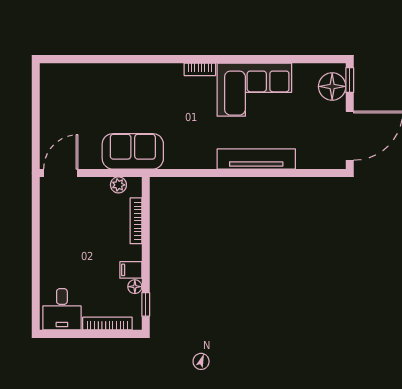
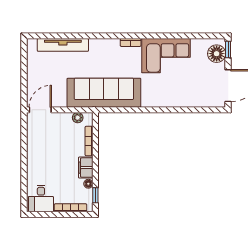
sofa: (133, 151) -> (104, 93), width x1.85, depth x1.27
tv unit: (256, 159) -> (63, 45), moved, turned 180
filing cabinet: (131, 270) -> (86, 168), width x2.00

